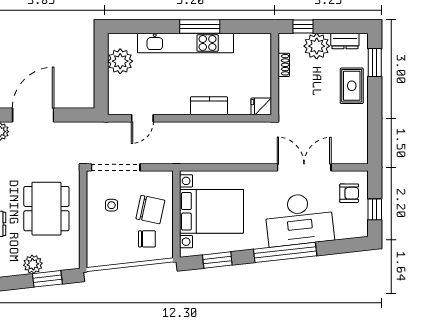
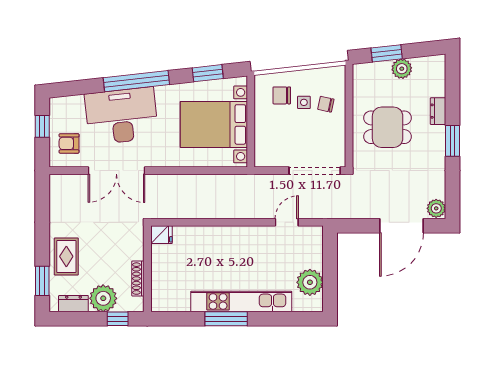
shoe rack: (284, 65) -> (138, 279), width x1.43
kitchen counter: (209, 106) -> (216, 235), removed
side table: (111, 205) -> (304, 102), moved
dining table: (46, 209) -> (388, 127), width x0.73
chair: (150, 210) -> (326, 104), moved, width x0.54, depth x0.54

